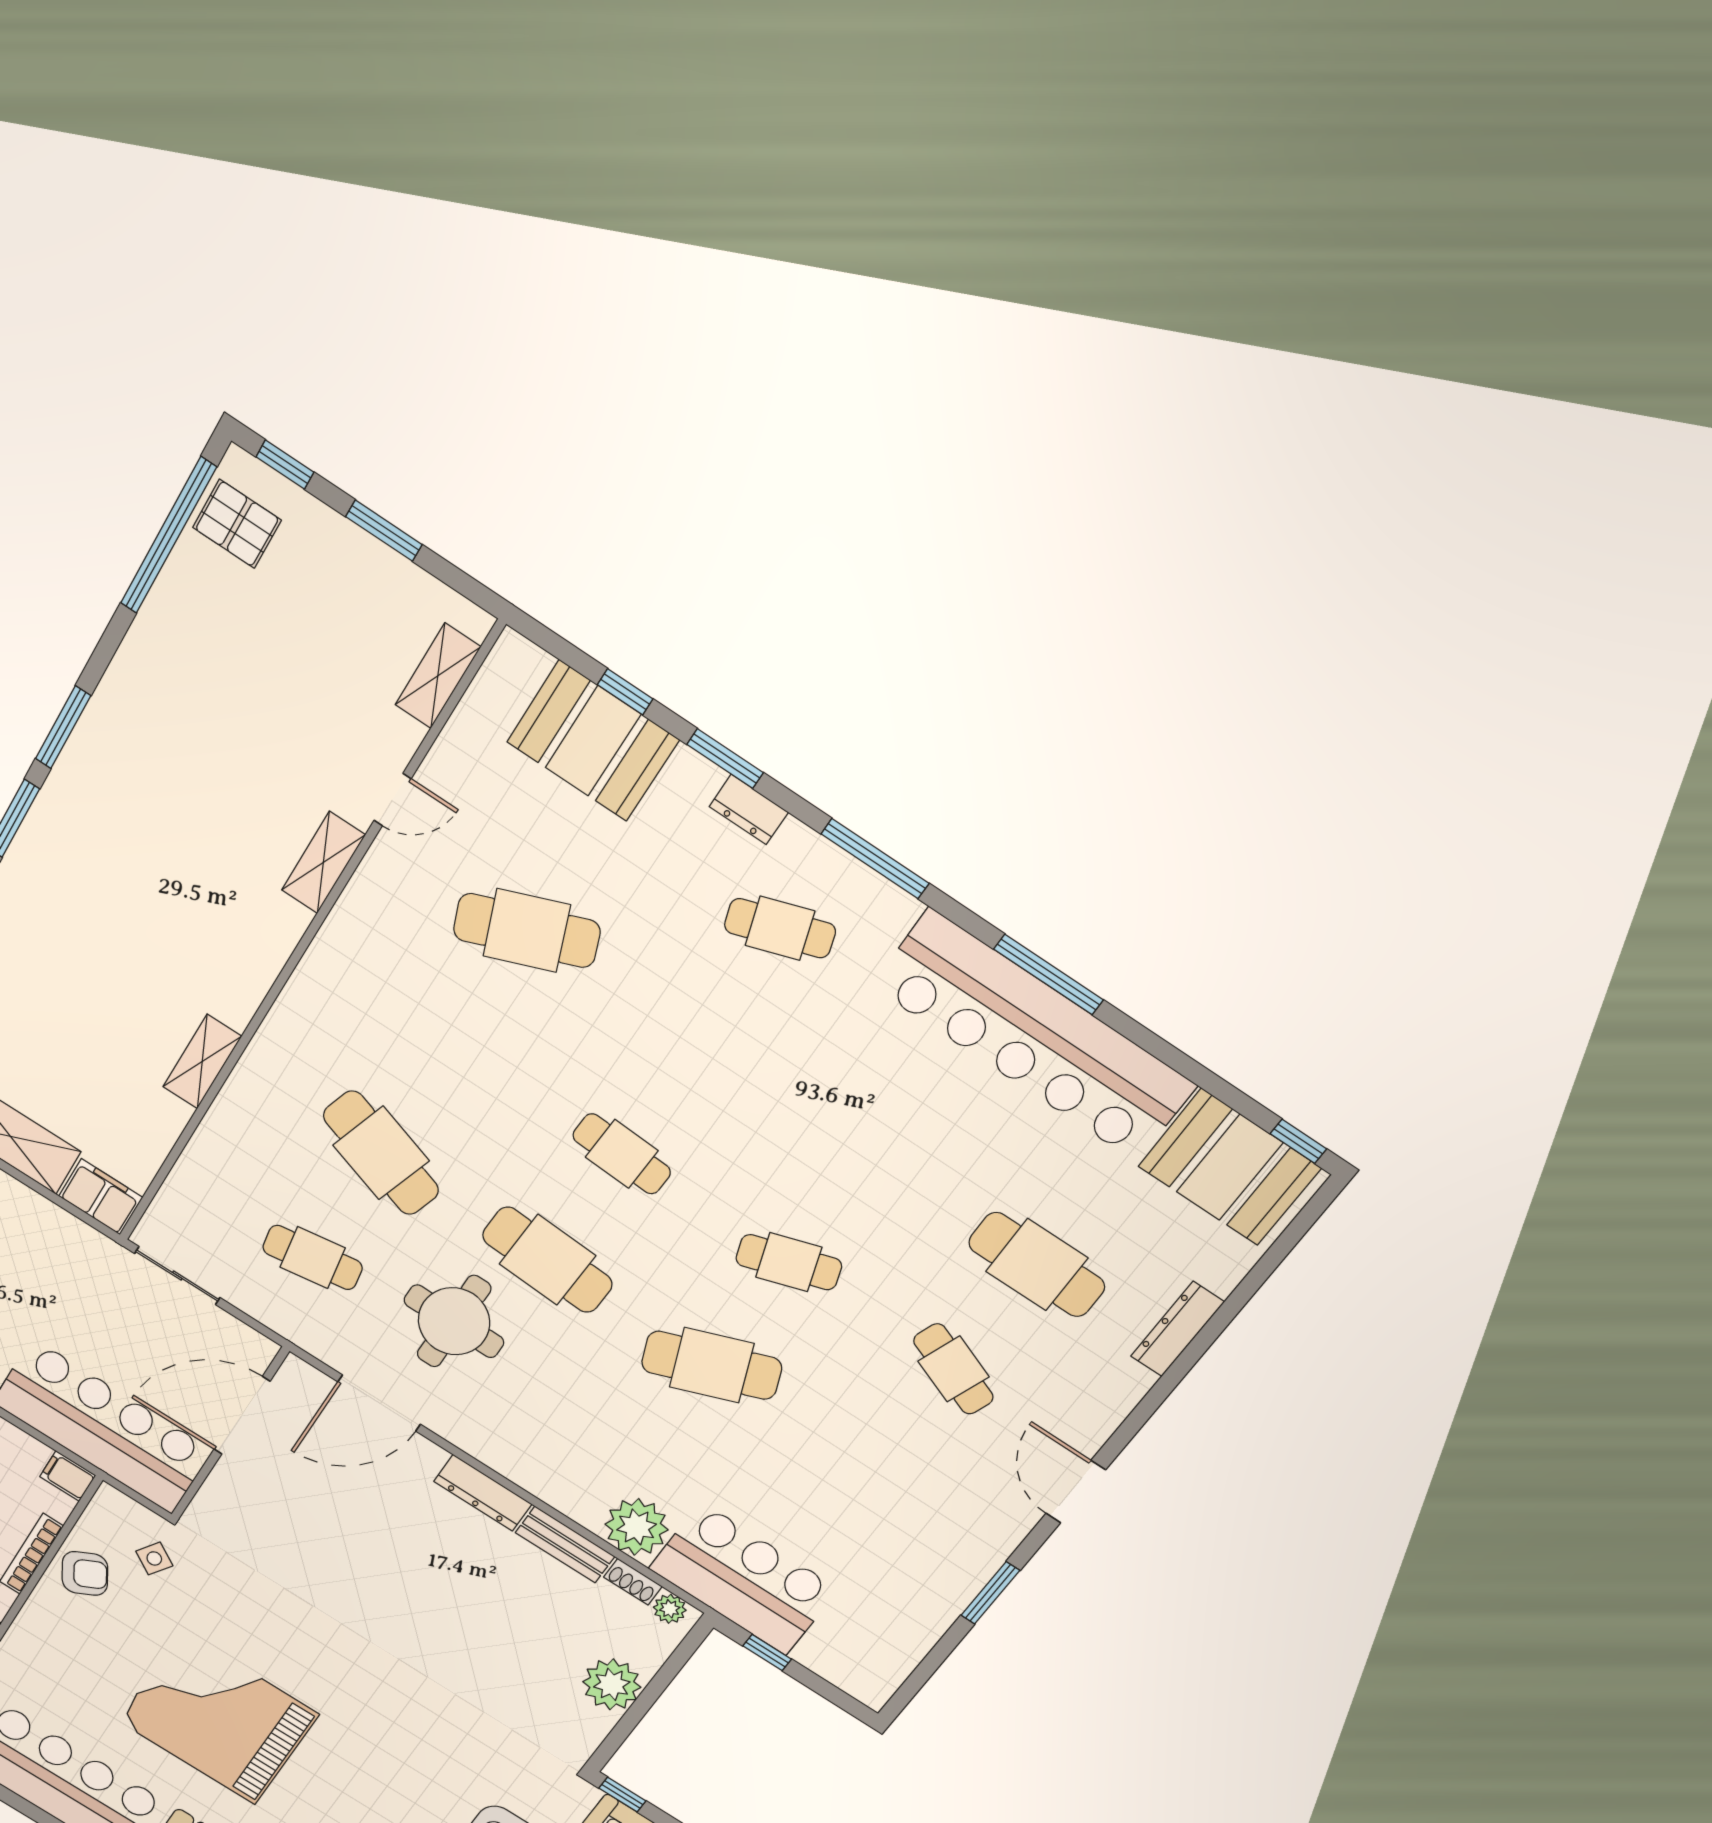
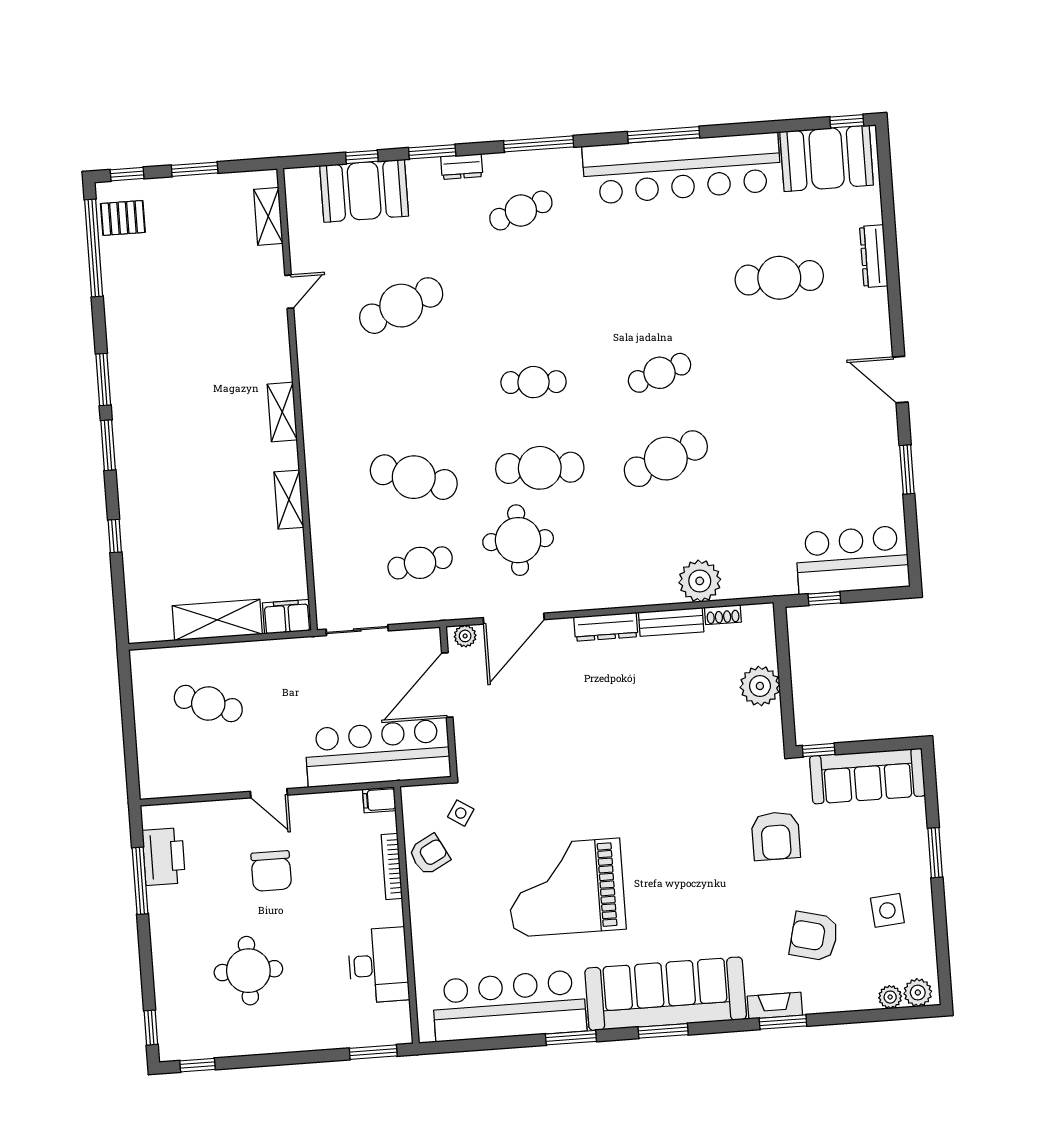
shelving: (323, 862) -> (282, 412), moved
cafe table: (953, 1369) -> (786, 364), removed
bar counter: (744, 1579) -> (852, 560), moved
plant: (670, 1609) -> (465, 636), moved

